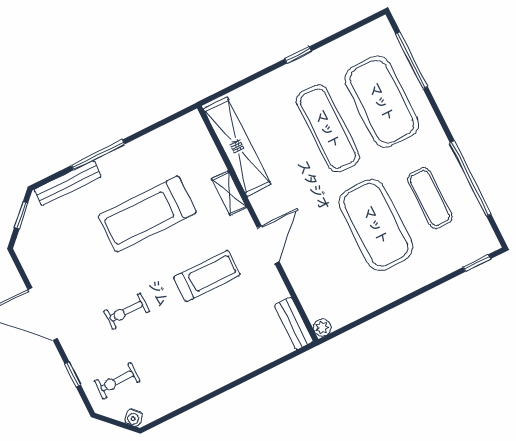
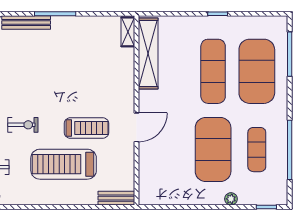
shelving: (229, 193) -> (128, 32), moved
treadmill: (147, 214) -> (64, 164), moved
exercise bike: (126, 311) -> (23, 125), turned 180
bench: (294, 323) -> (116, 198), moved, turned 90
plant: (322, 328) -> (231, 199), moved

